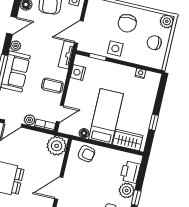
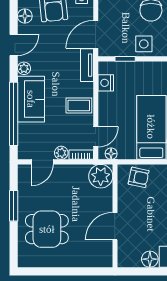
floor lamp: (84, 133) -> (111, 154), moved

